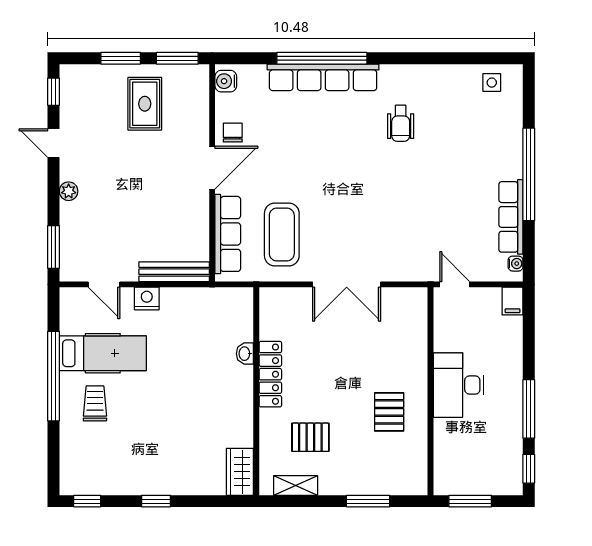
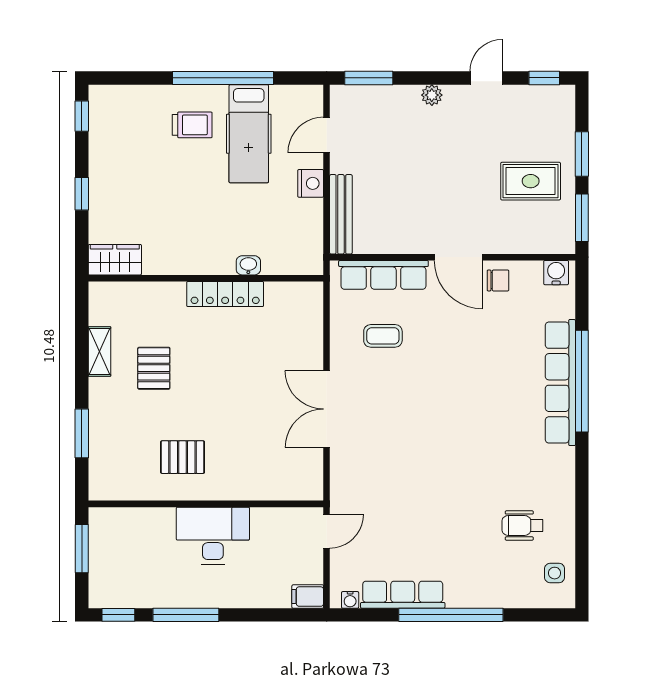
wheelchair: (401, 123) -> (523, 525), moved
coffee table: (282, 234) -> (383, 336), width x0.54, depth x0.58
washbasin: (245, 354) -> (248, 265), moved
locker: (270, 374) -> (225, 294), moved
wall: (256, 391) -> (206, 278), moved
wardrobe: (240, 472) -> (115, 260), moved

